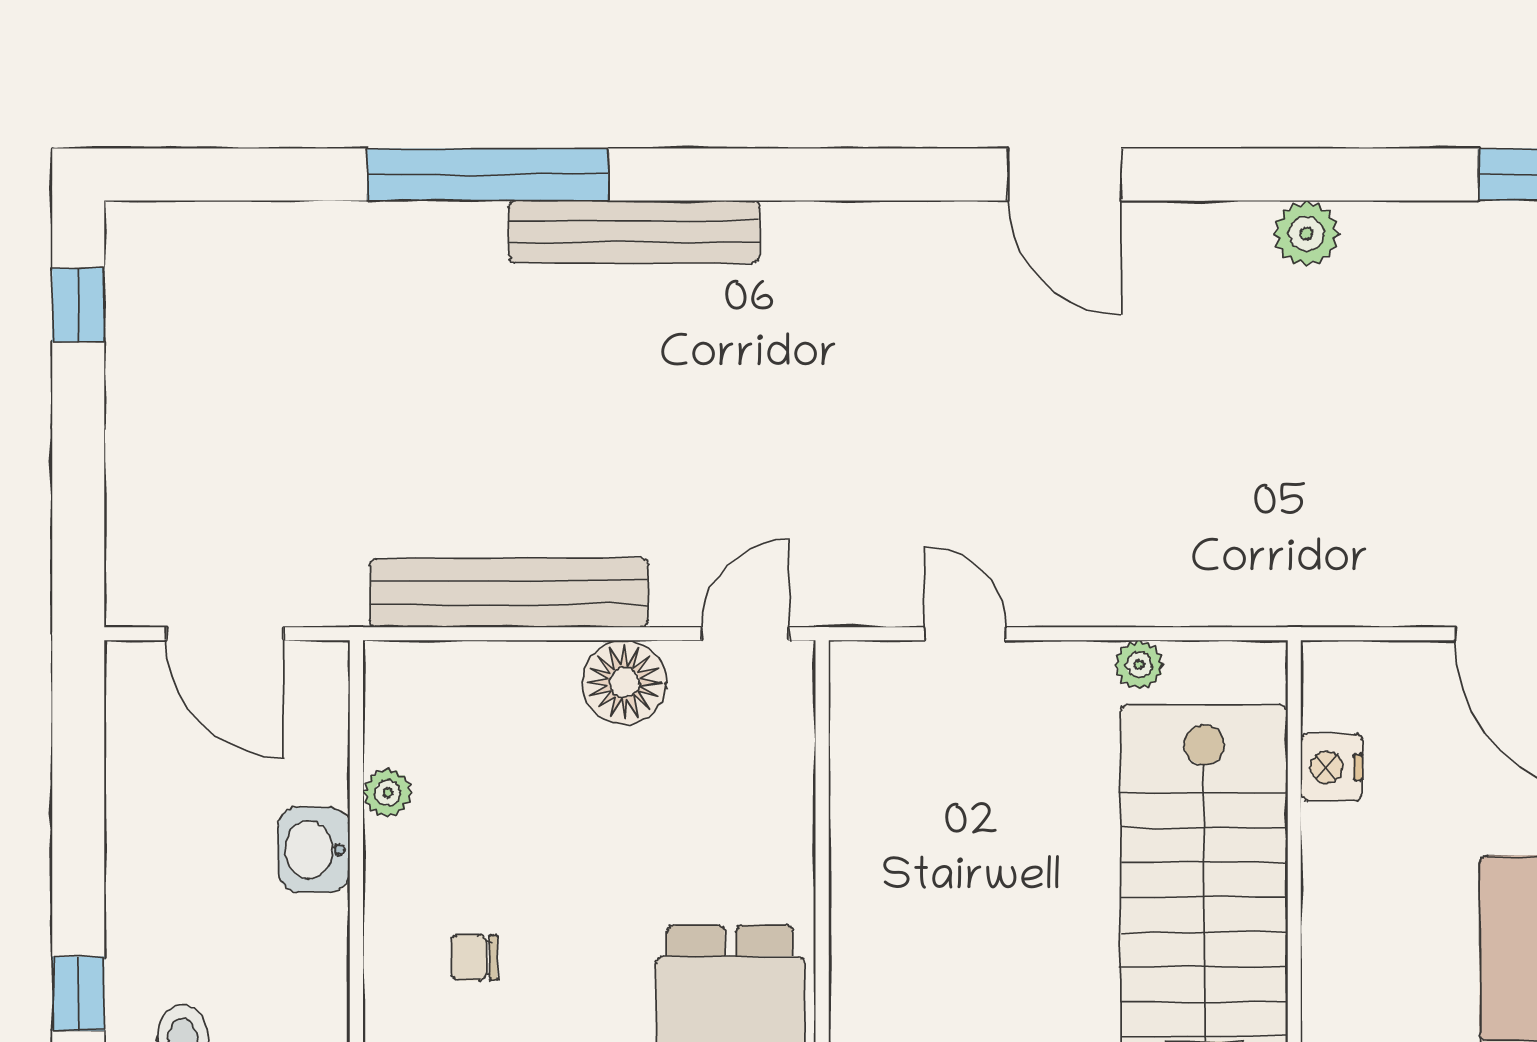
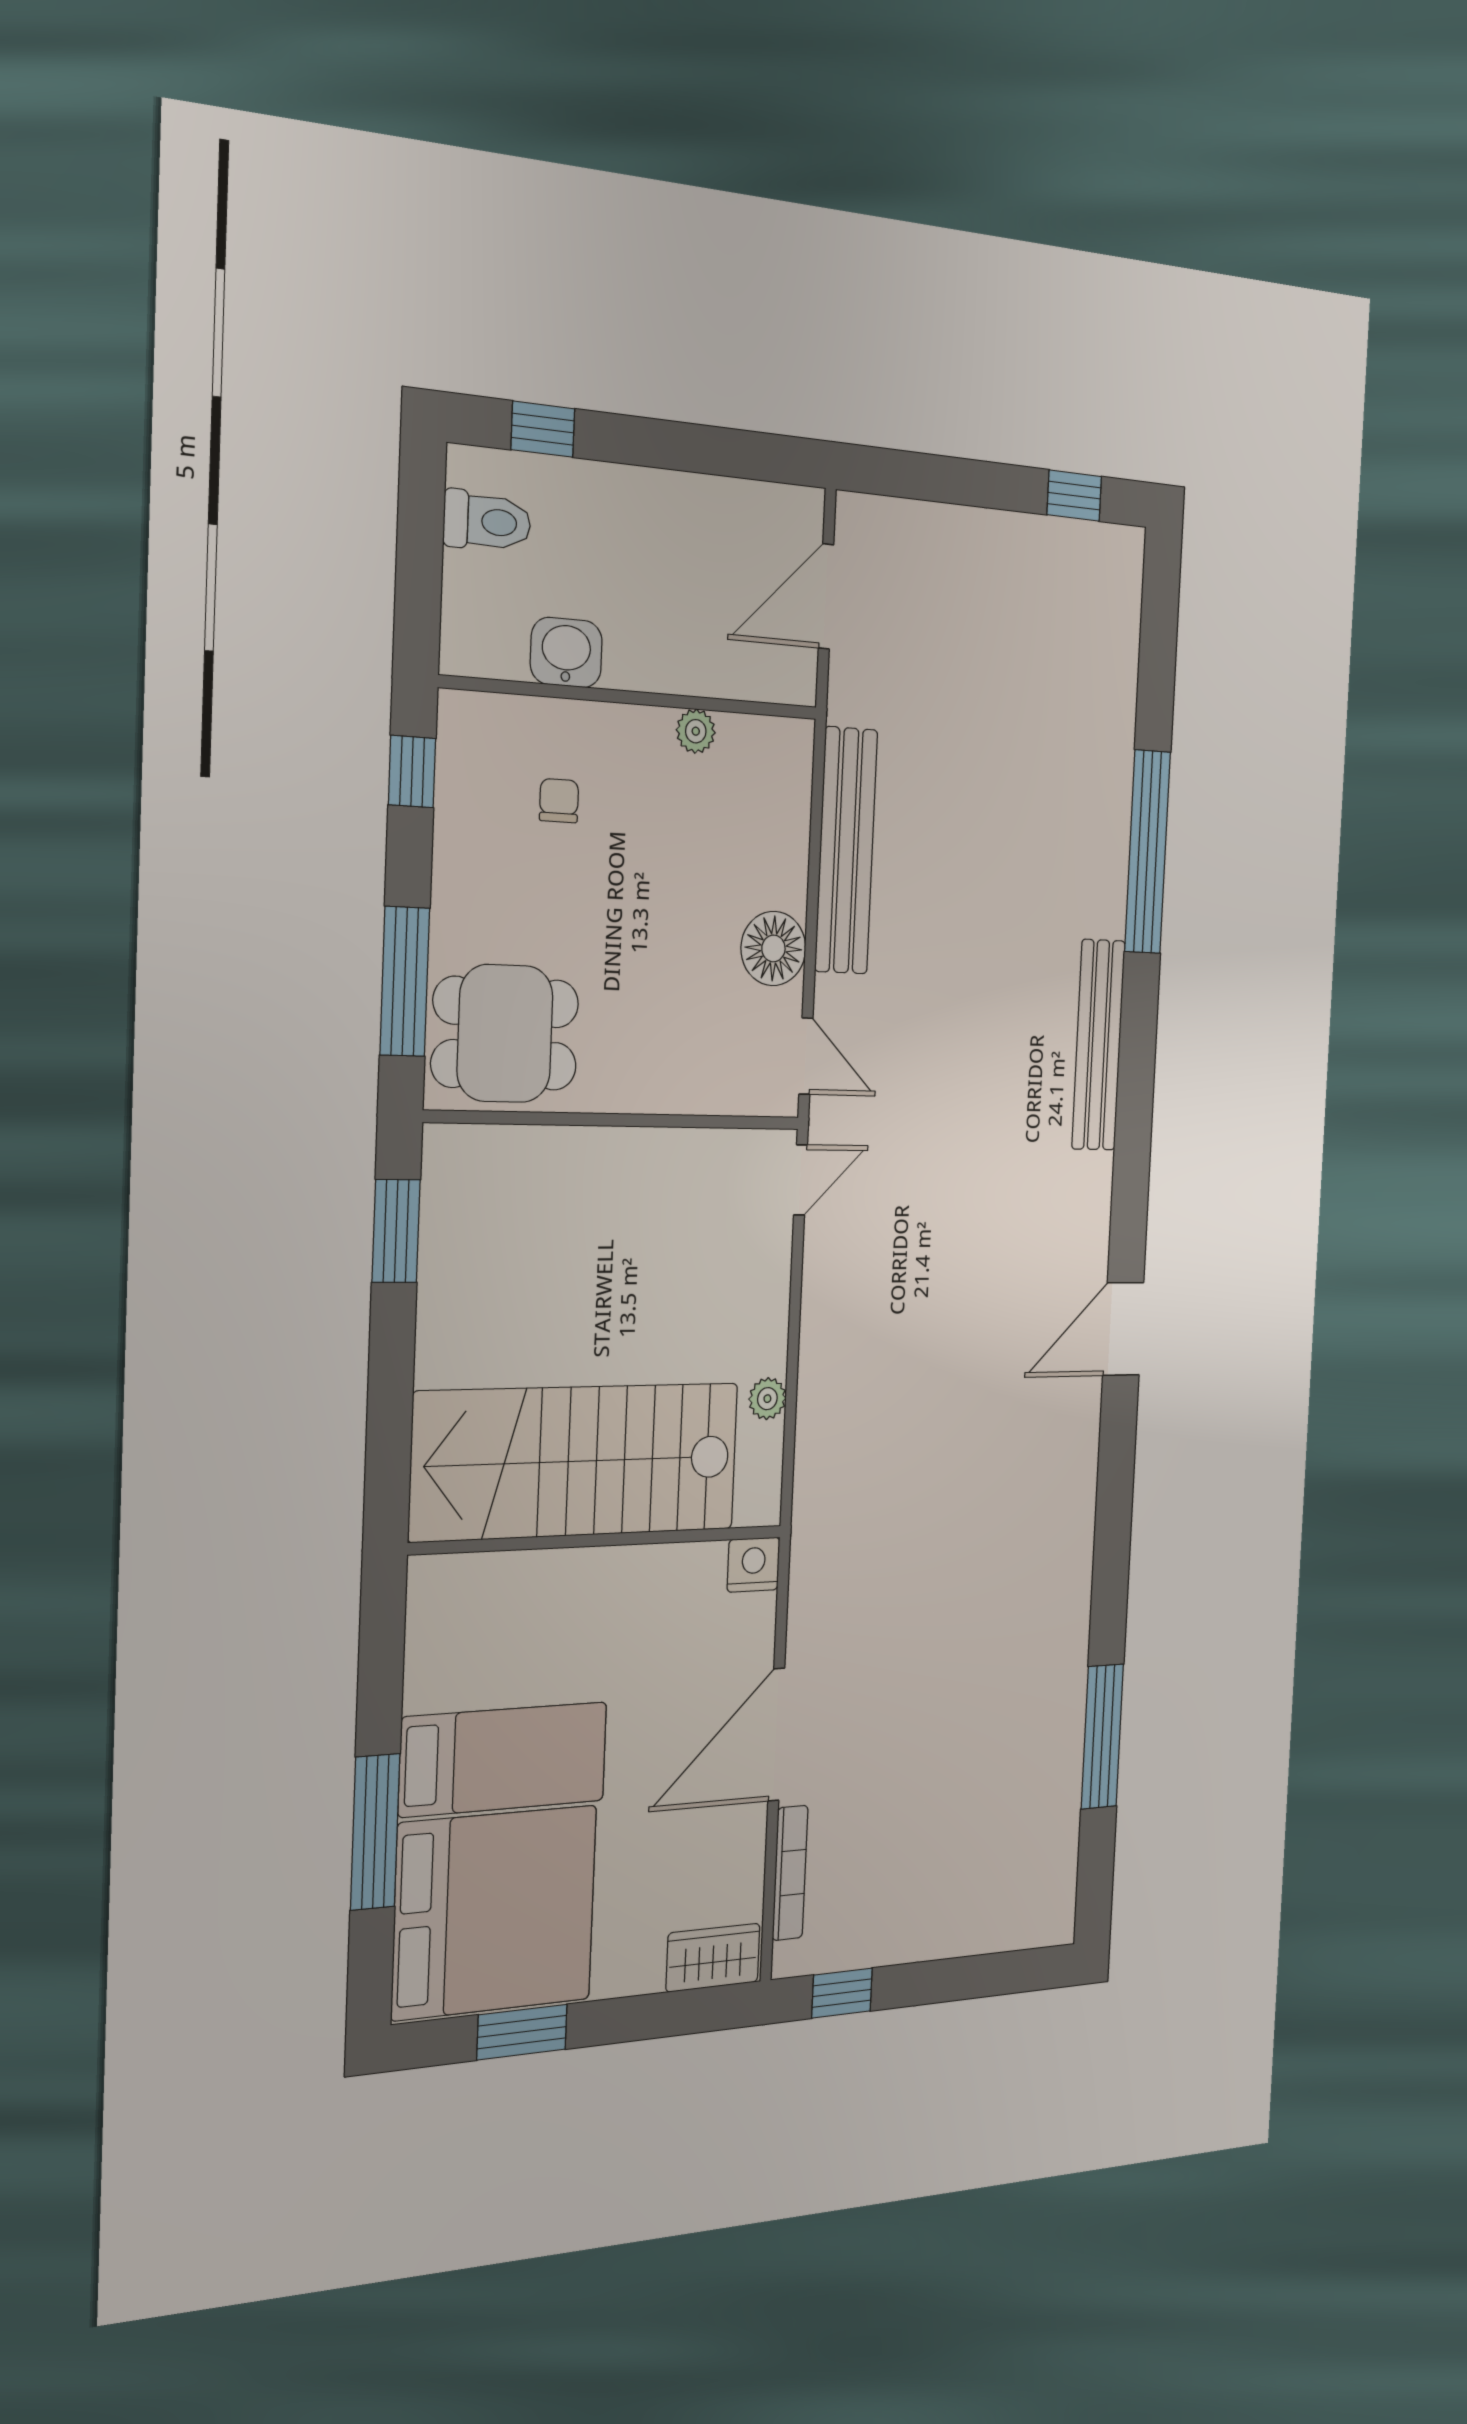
bench: (634, 232) -> (1098, 1045), moved
plant: (1306, 234) -> (1073, 1528), removed
door: (965, 634) -> (800, 1180), moved
nightstand: (1331, 767) -> (753, 1565), moved
washbasin: (314, 850) -> (566, 652), moved

